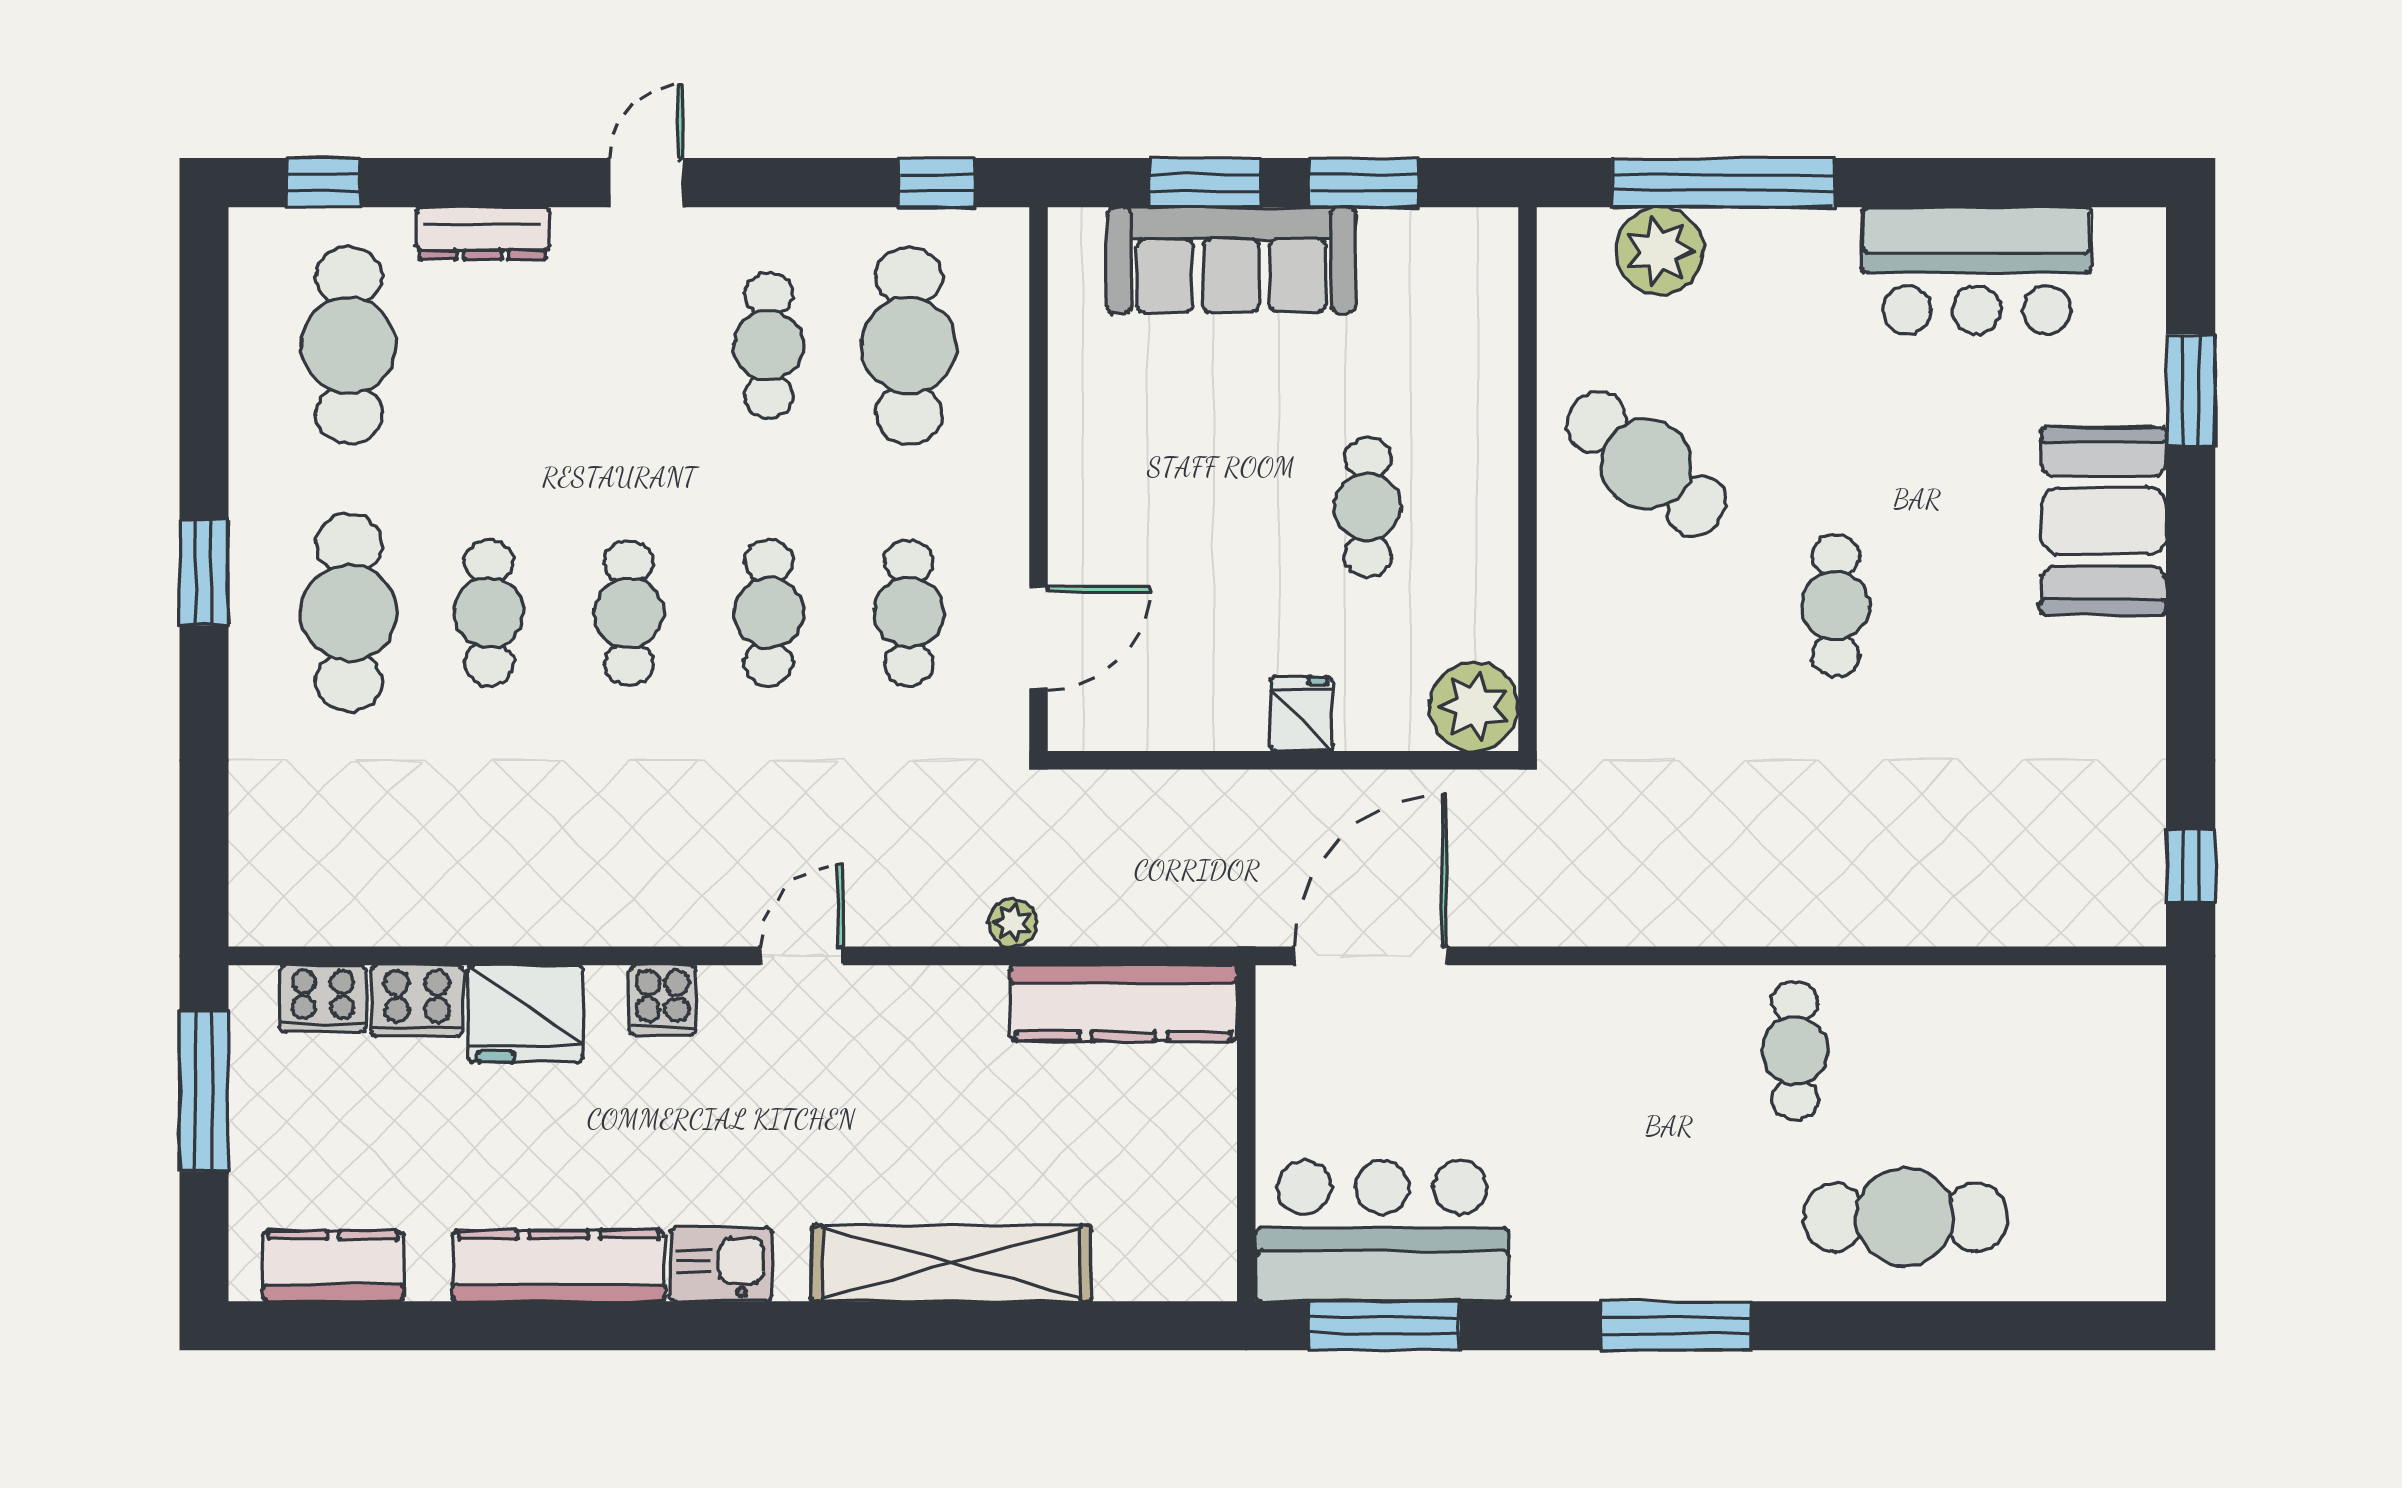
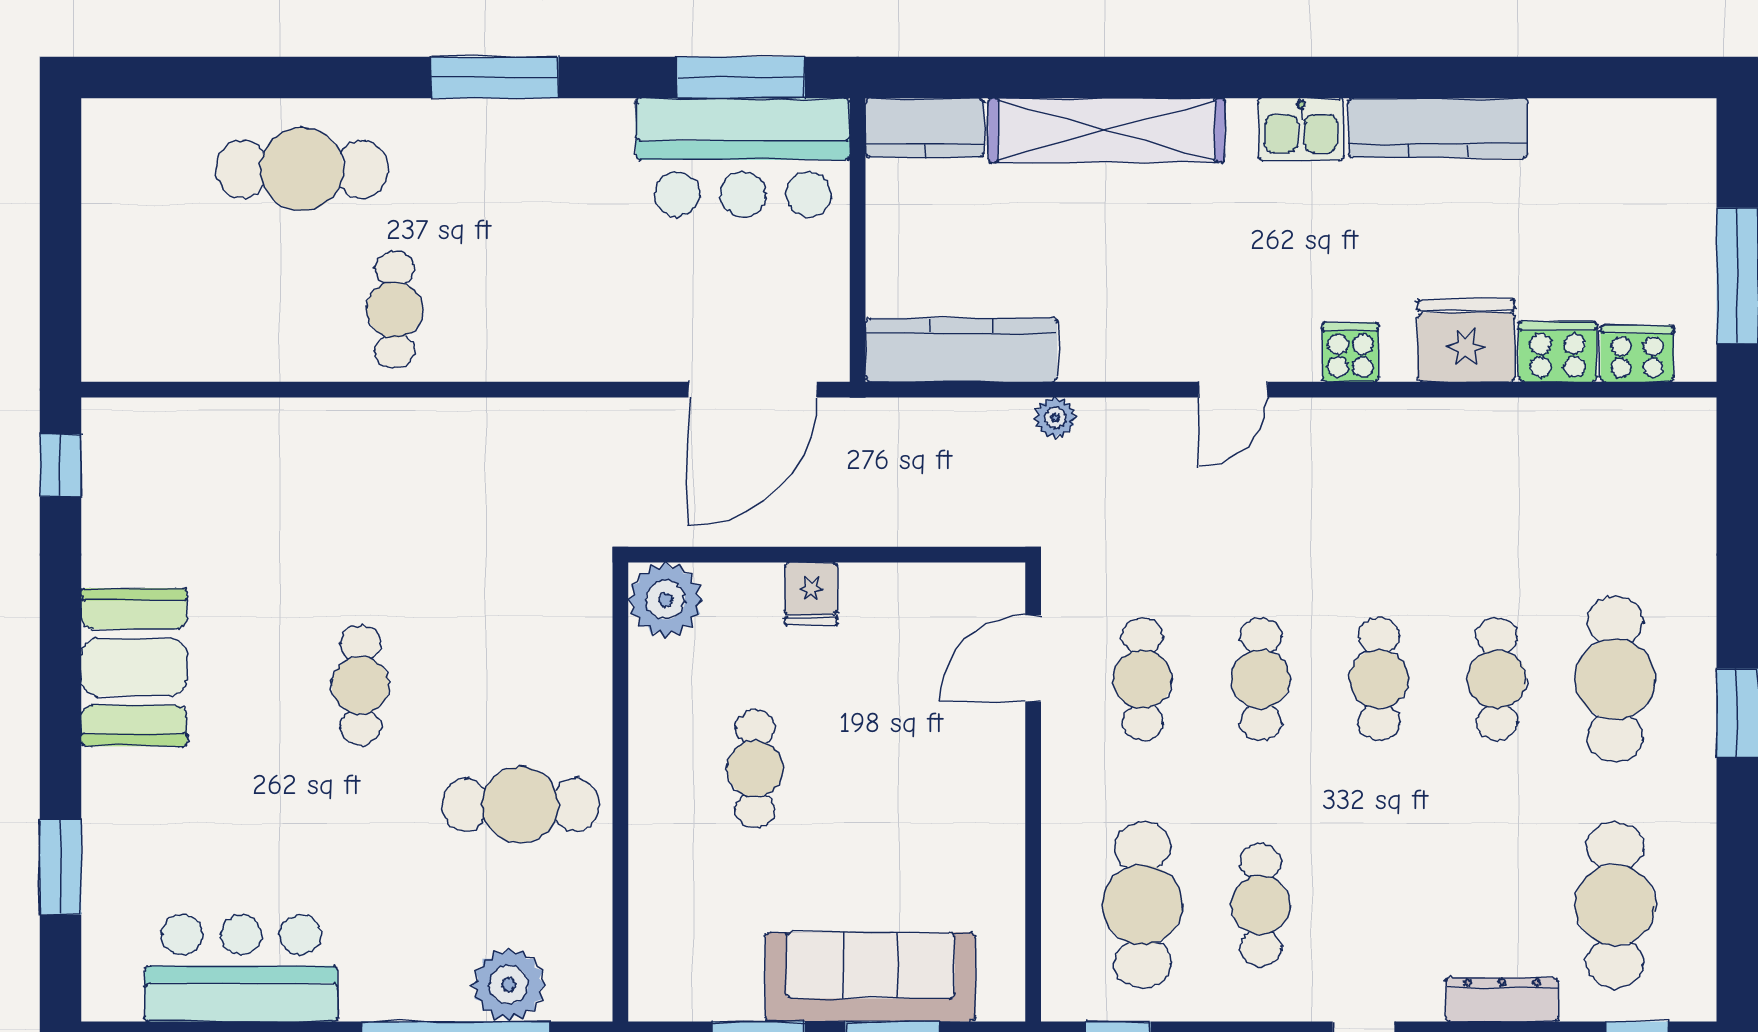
cafe table: (1646, 464) -> (520, 805), turned -40
booth: (2103, 521) -> (134, 667), moved
kitchen counter: (333, 1266) -> (925, 128), moved

